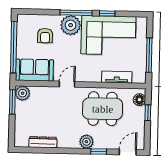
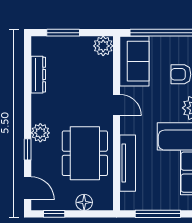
tv unit: (117, 77) -> (128, 163), width x1.41
floor lamp: (139, 100) -> (84, 202), moved
window: (12, 102) -> (63, 33), moved
window: (148, 113) -> (54, 214), moved

